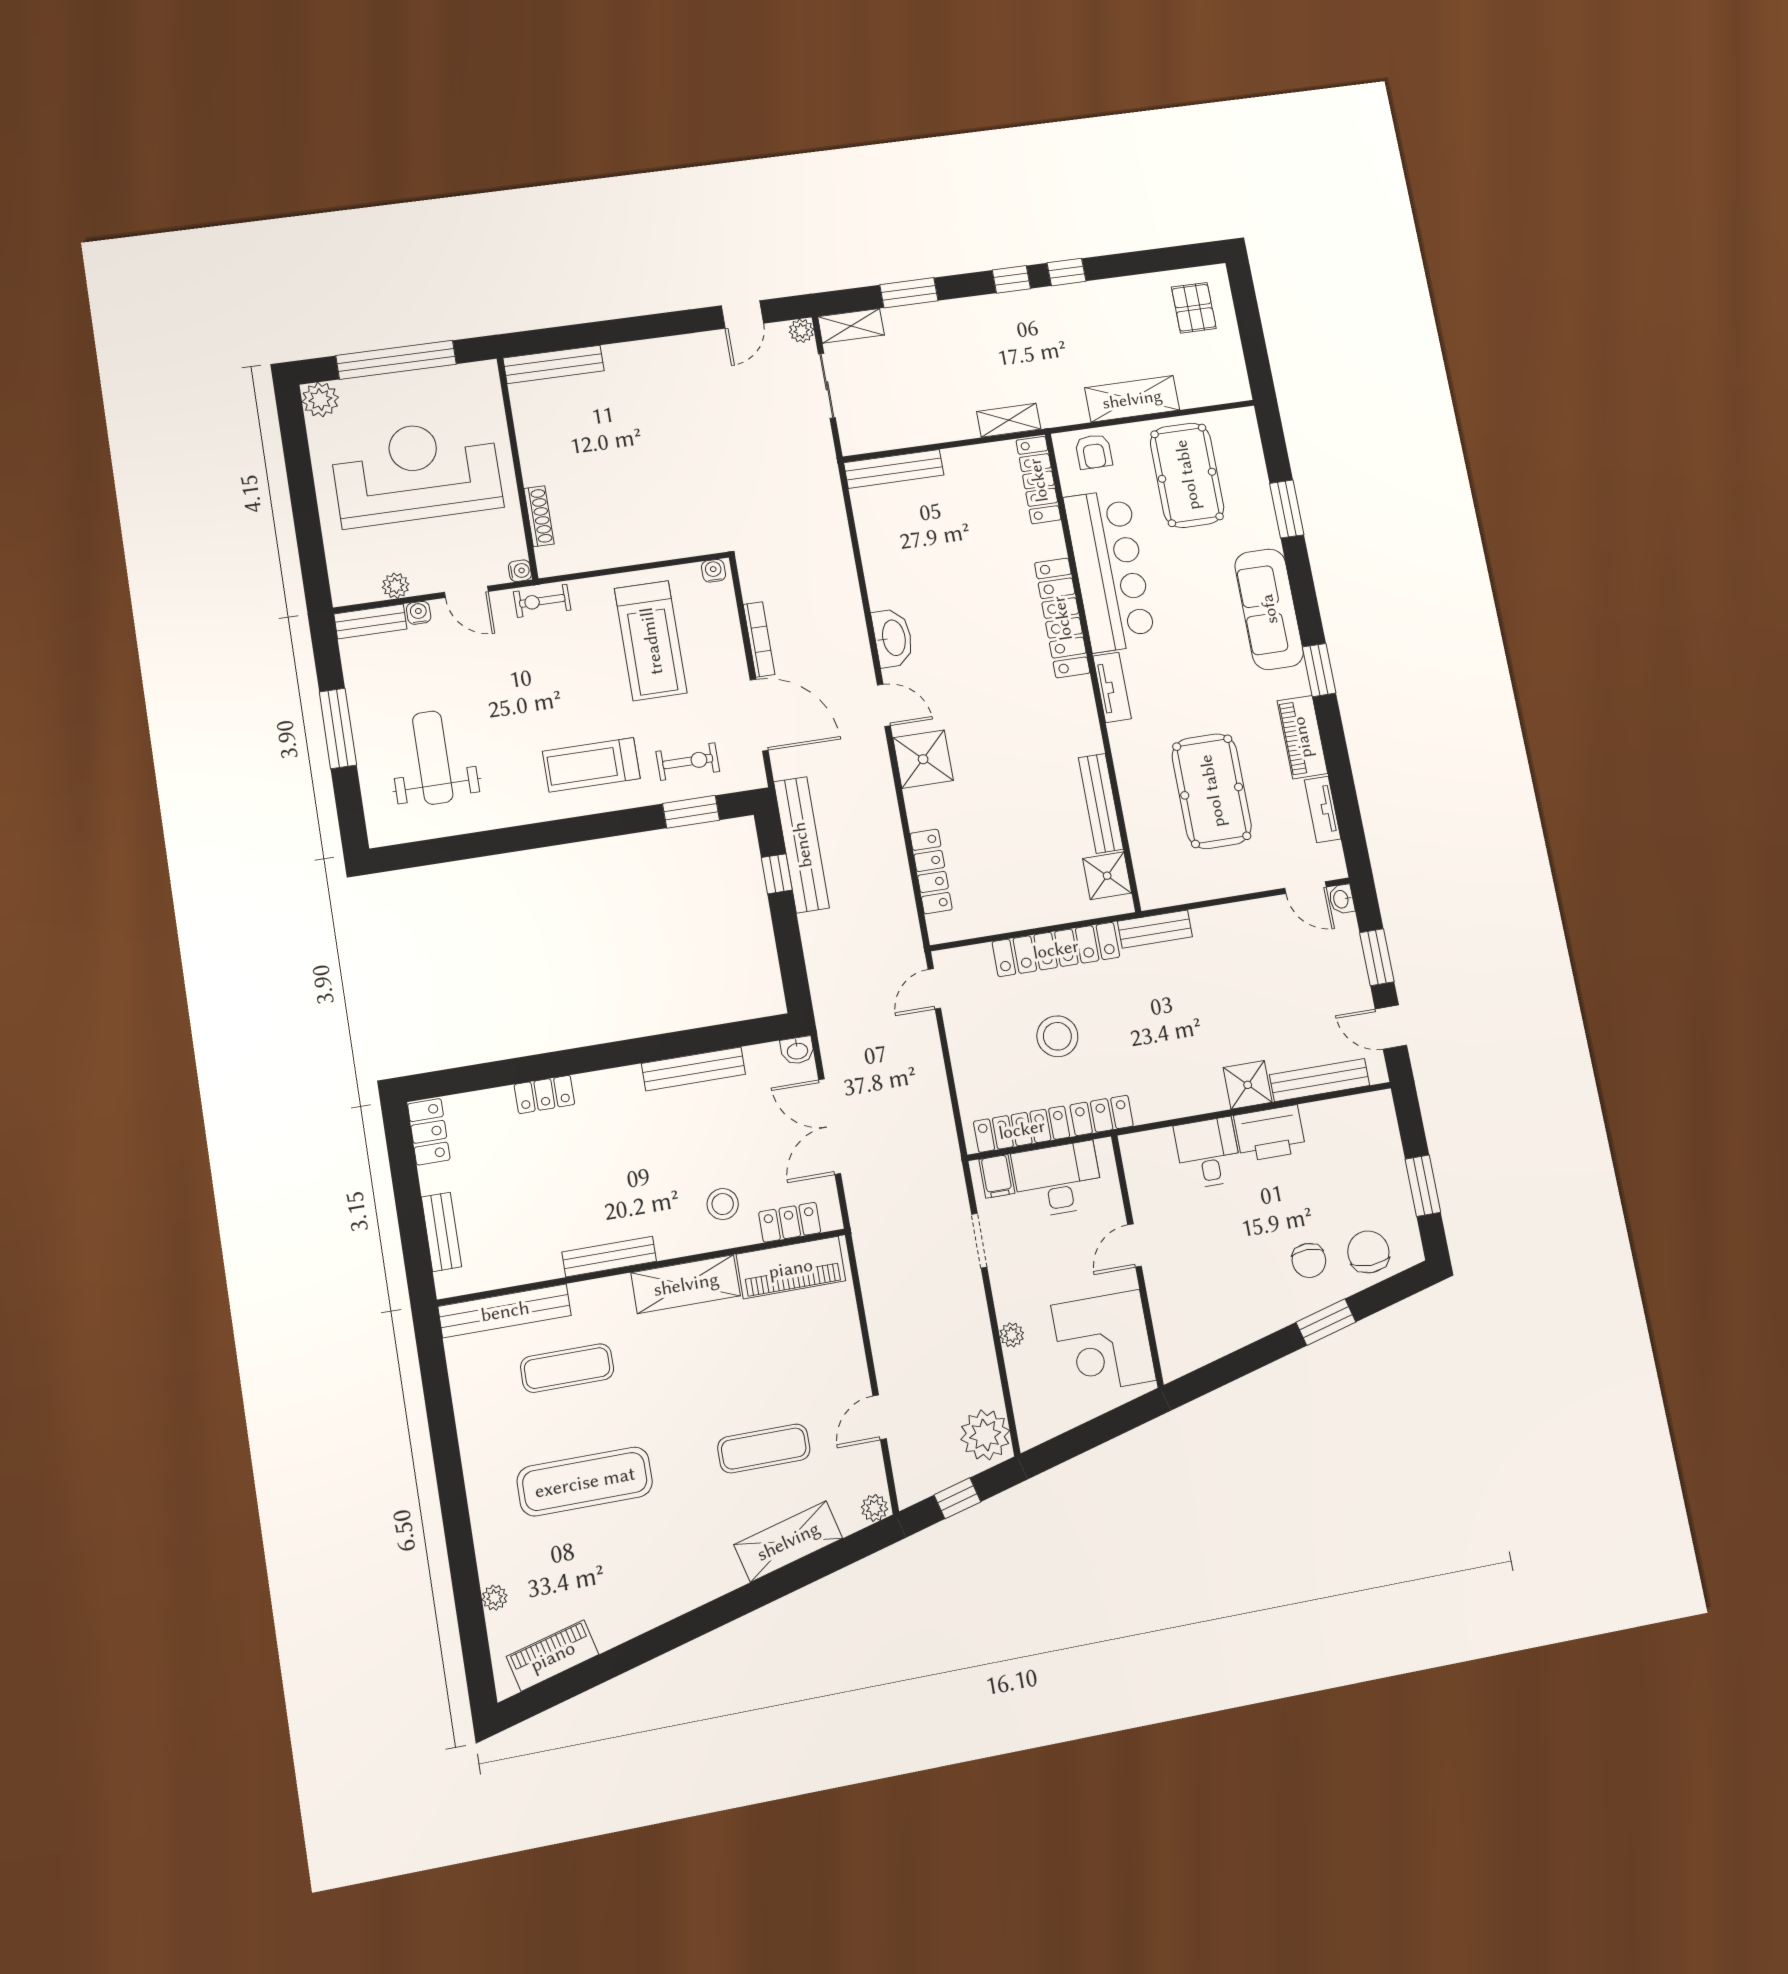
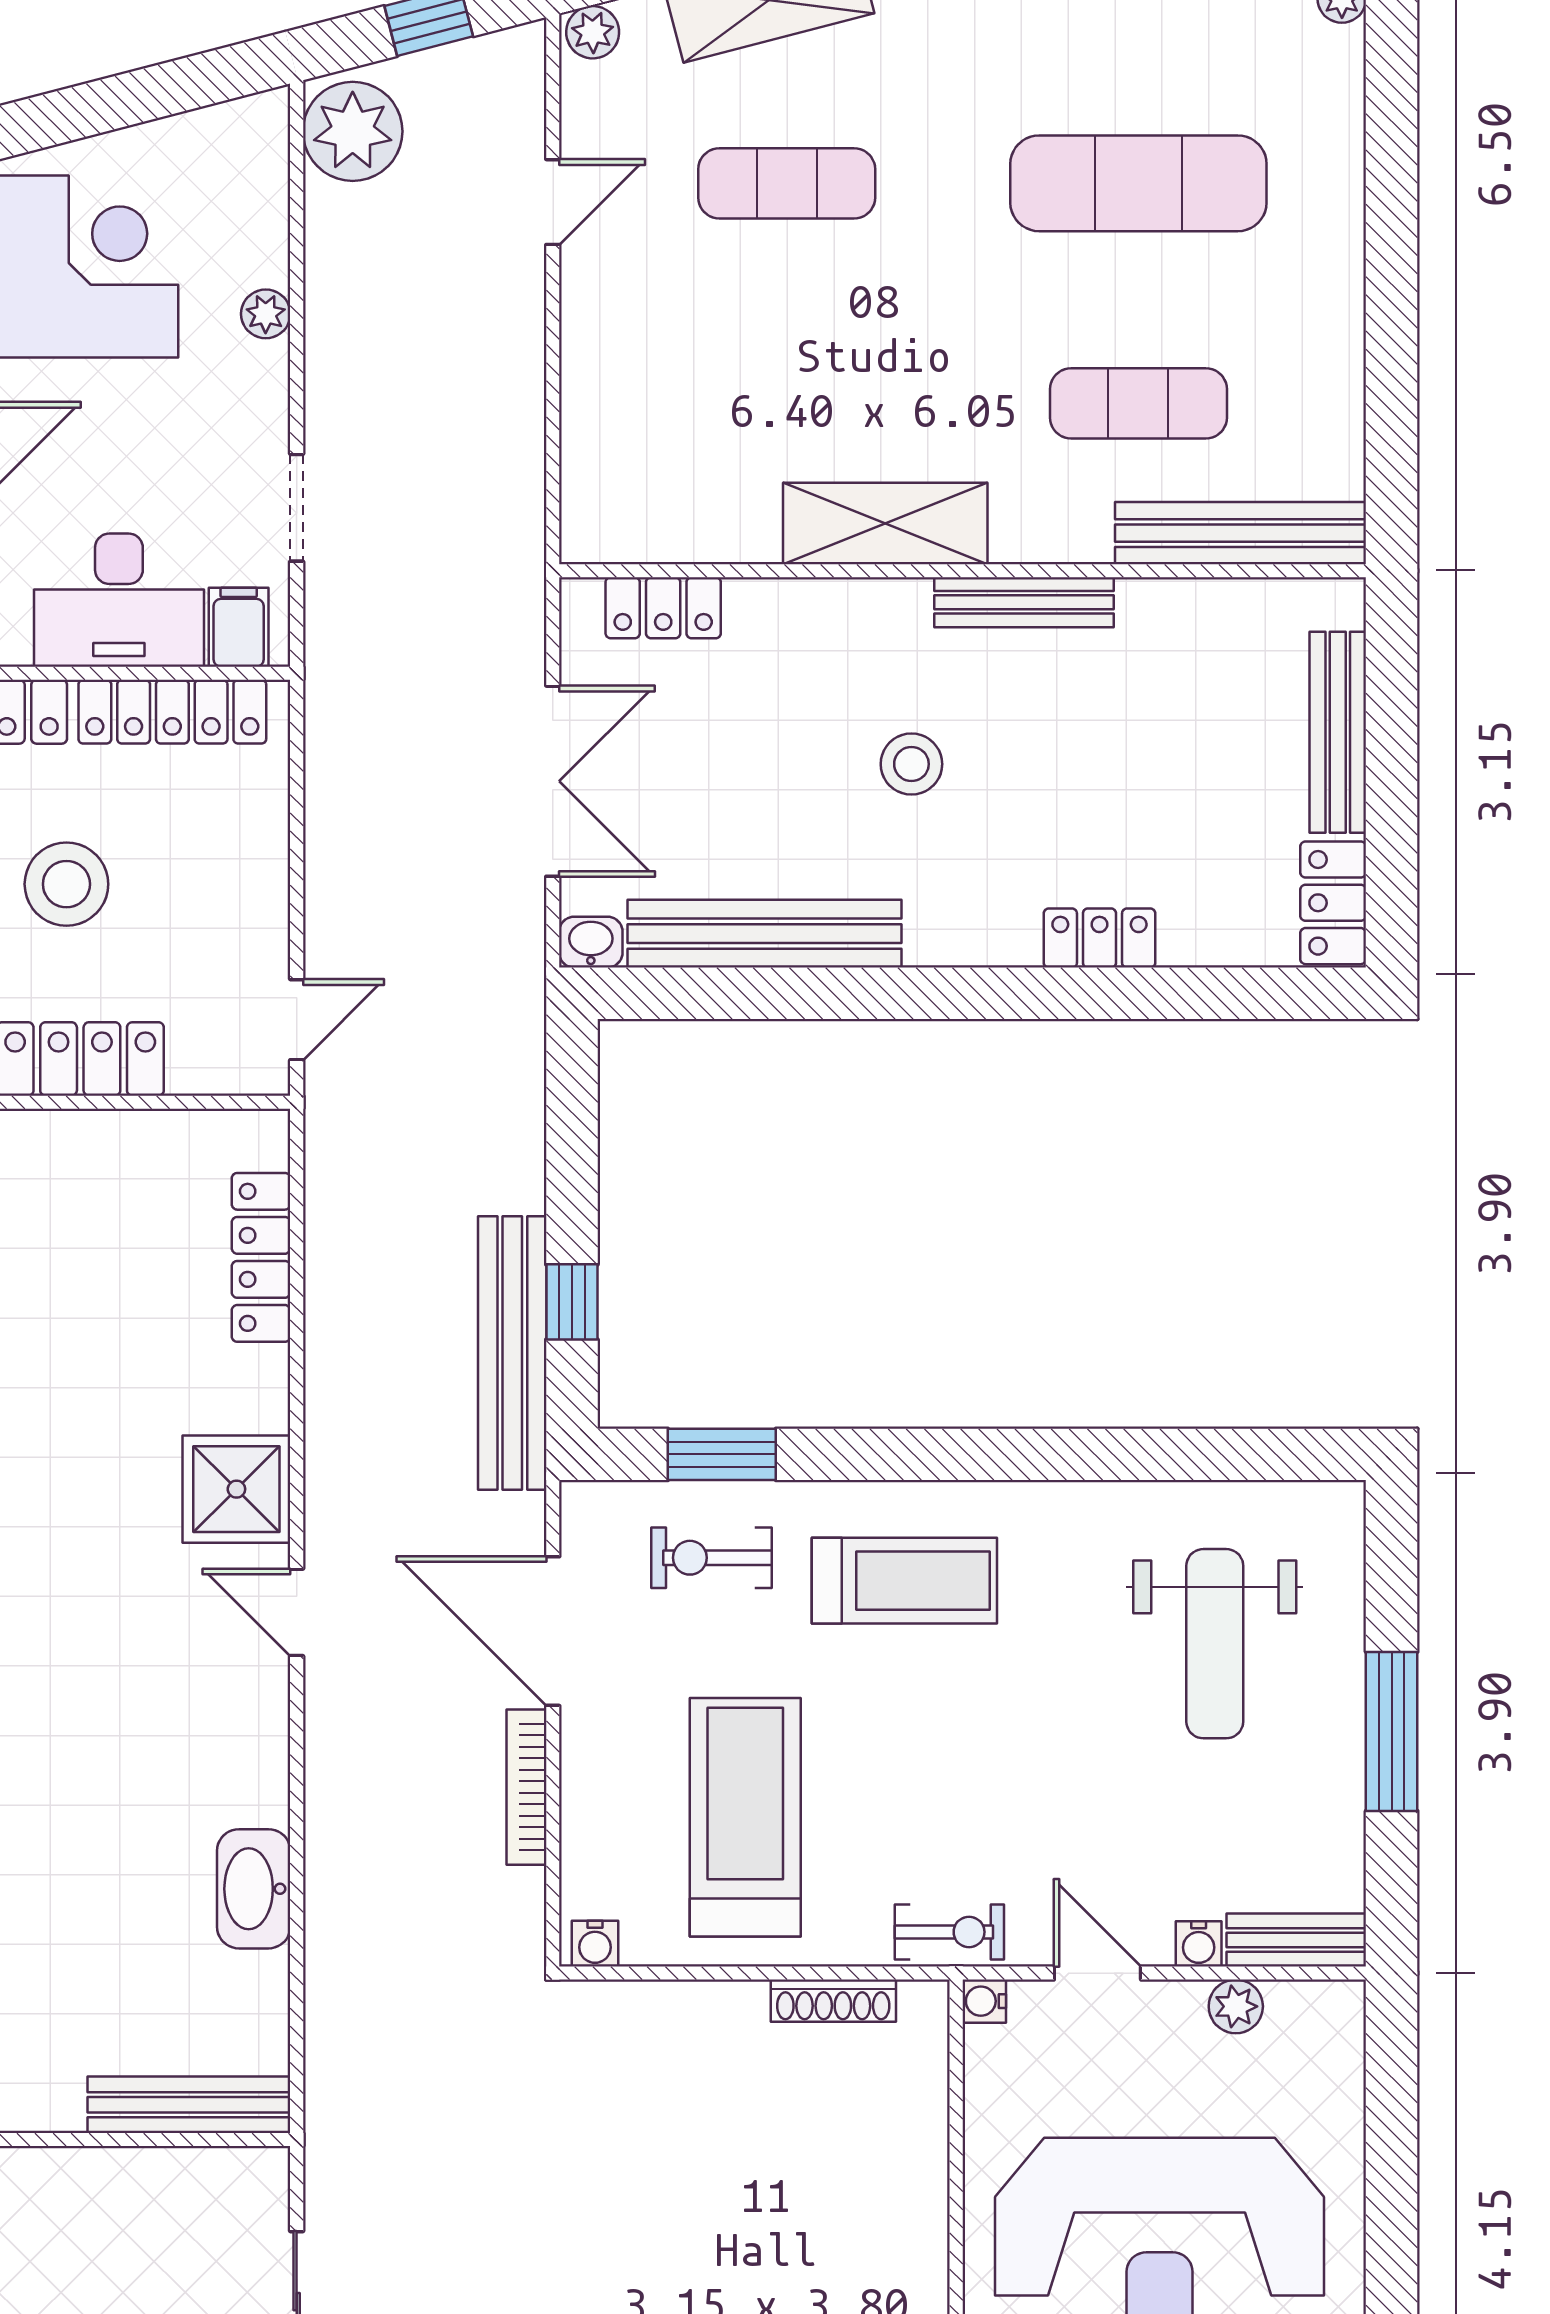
shoe rack: (539, 516) -> (833, 2001), moved, turned -90
washbasin: (893, 638) -> (254, 1889), moved
bench: (694, 1069) -> (764, 934), width x1.37, depth x1.21
stool: (723, 1204) -> (911, 764), moved
bench: (441, 1232) -> (1338, 732), width x1.36
piano: (791, 1268) -> (676, 520), removed

